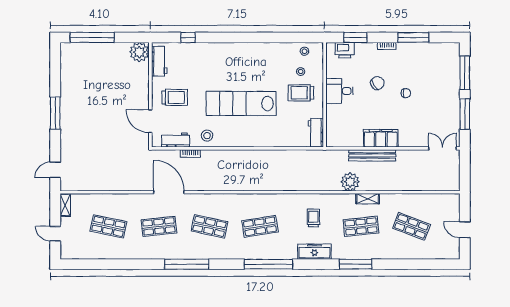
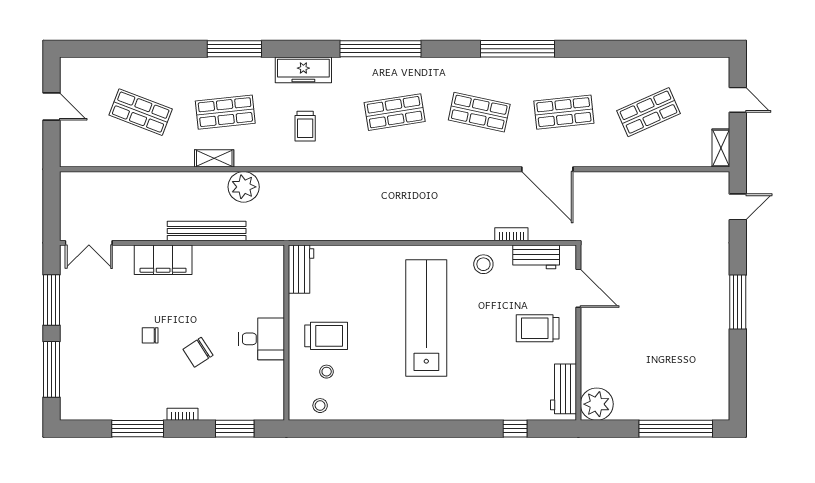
printer: (345, 50) -> (253, 407), removed
lab bench: (241, 103) -> (426, 318), turned -90
filing cabinet: (381, 138) -> (163, 260), moved
shop shelf: (108, 226) -> (649, 112), turned -36

